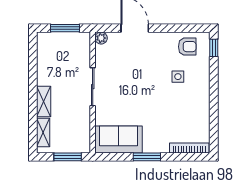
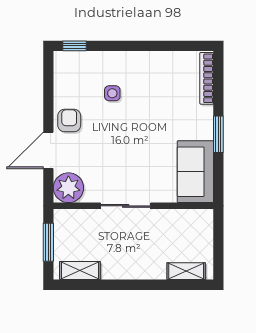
plant: (101, 38) -> (68, 188), width x1.87, depth x1.87
armchair: (187, 47) -> (69, 120), moved
shelving: (44, 101) -> (80, 271), moved
window: (68, 157) -> (218, 239), removed

